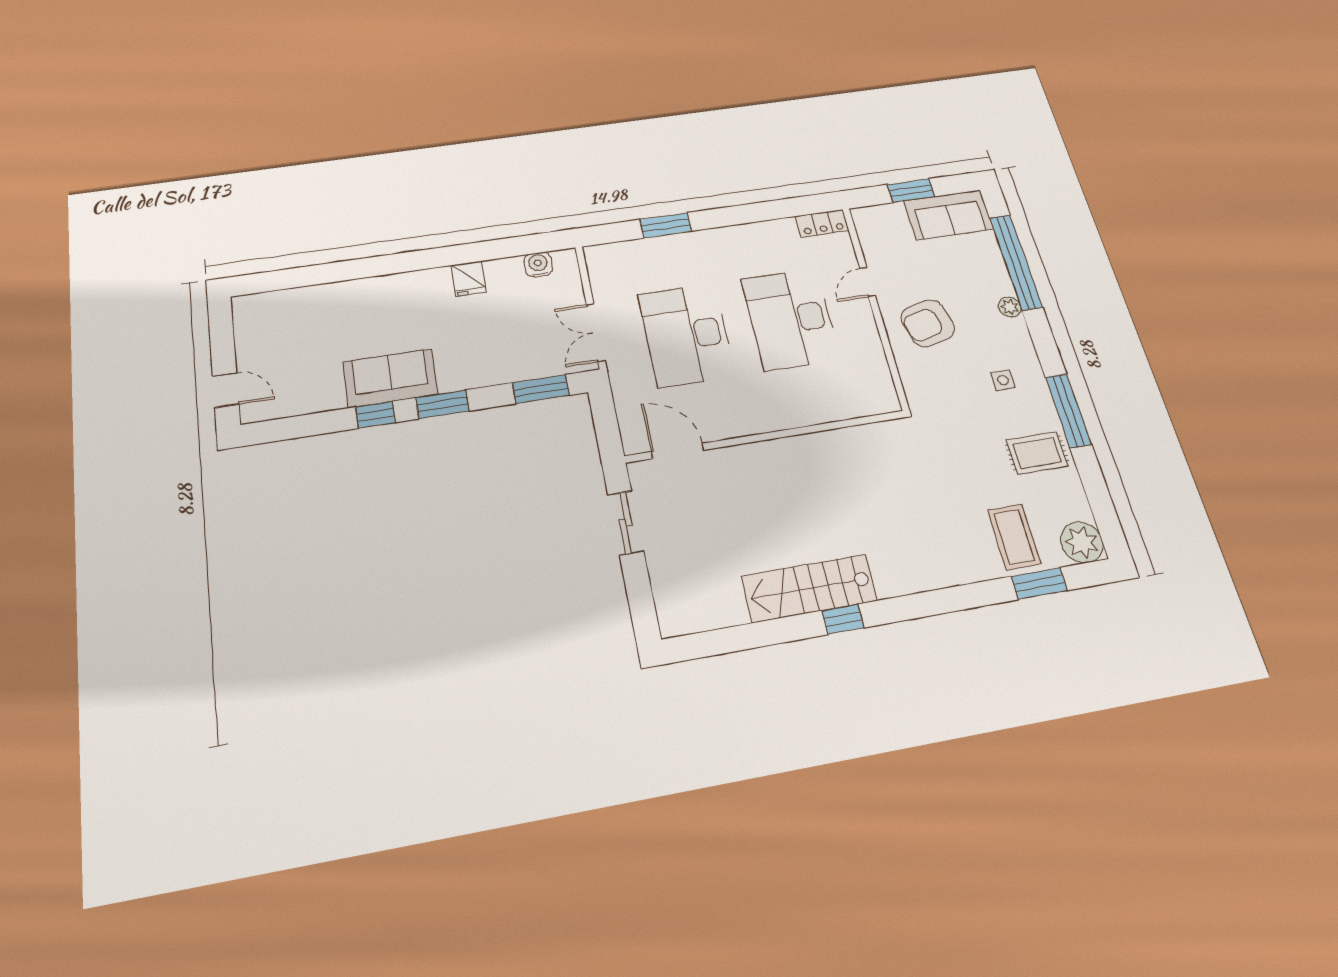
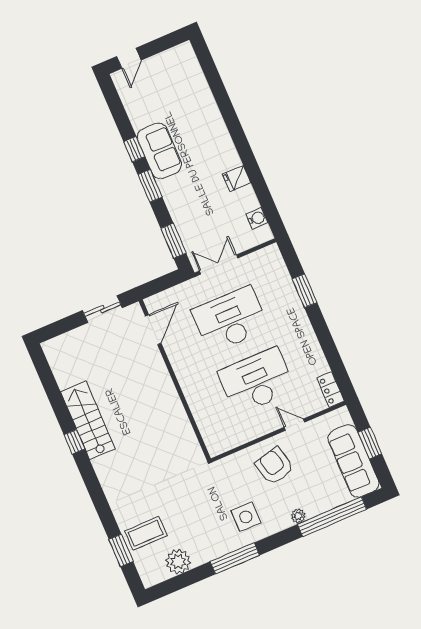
sofa: (949, 215) -> (353, 461), width x1.36
side table: (1003, 380) -> (246, 517), width x1.87, depth x1.87
rug: (1037, 453) -> (202, 542), removed
plant: (1082, 542) -> (178, 562), moved

